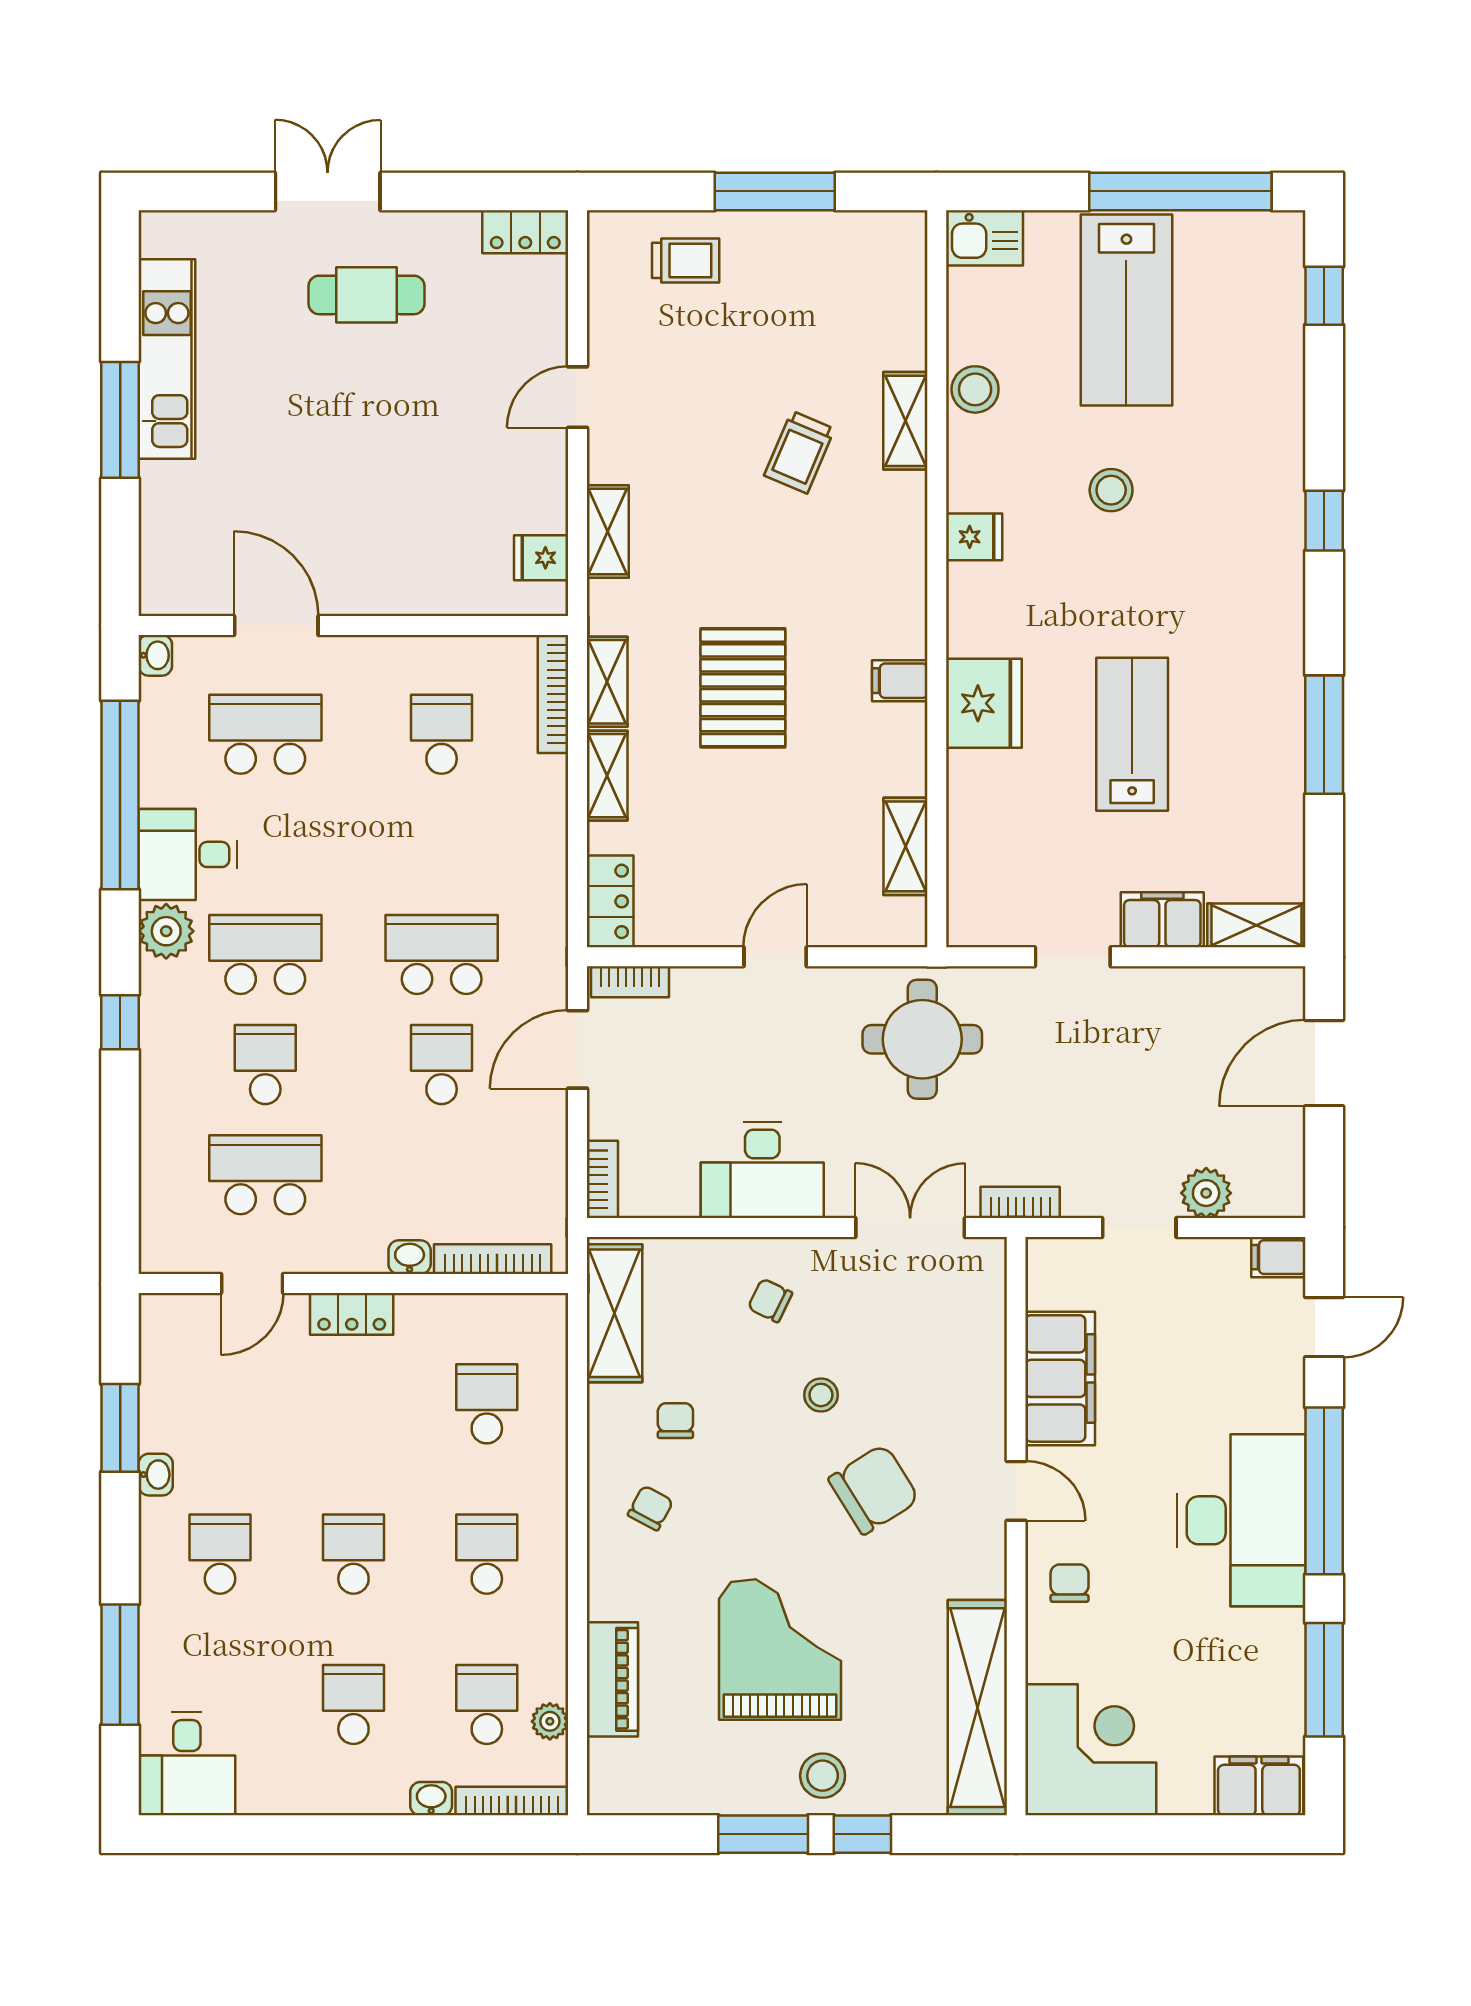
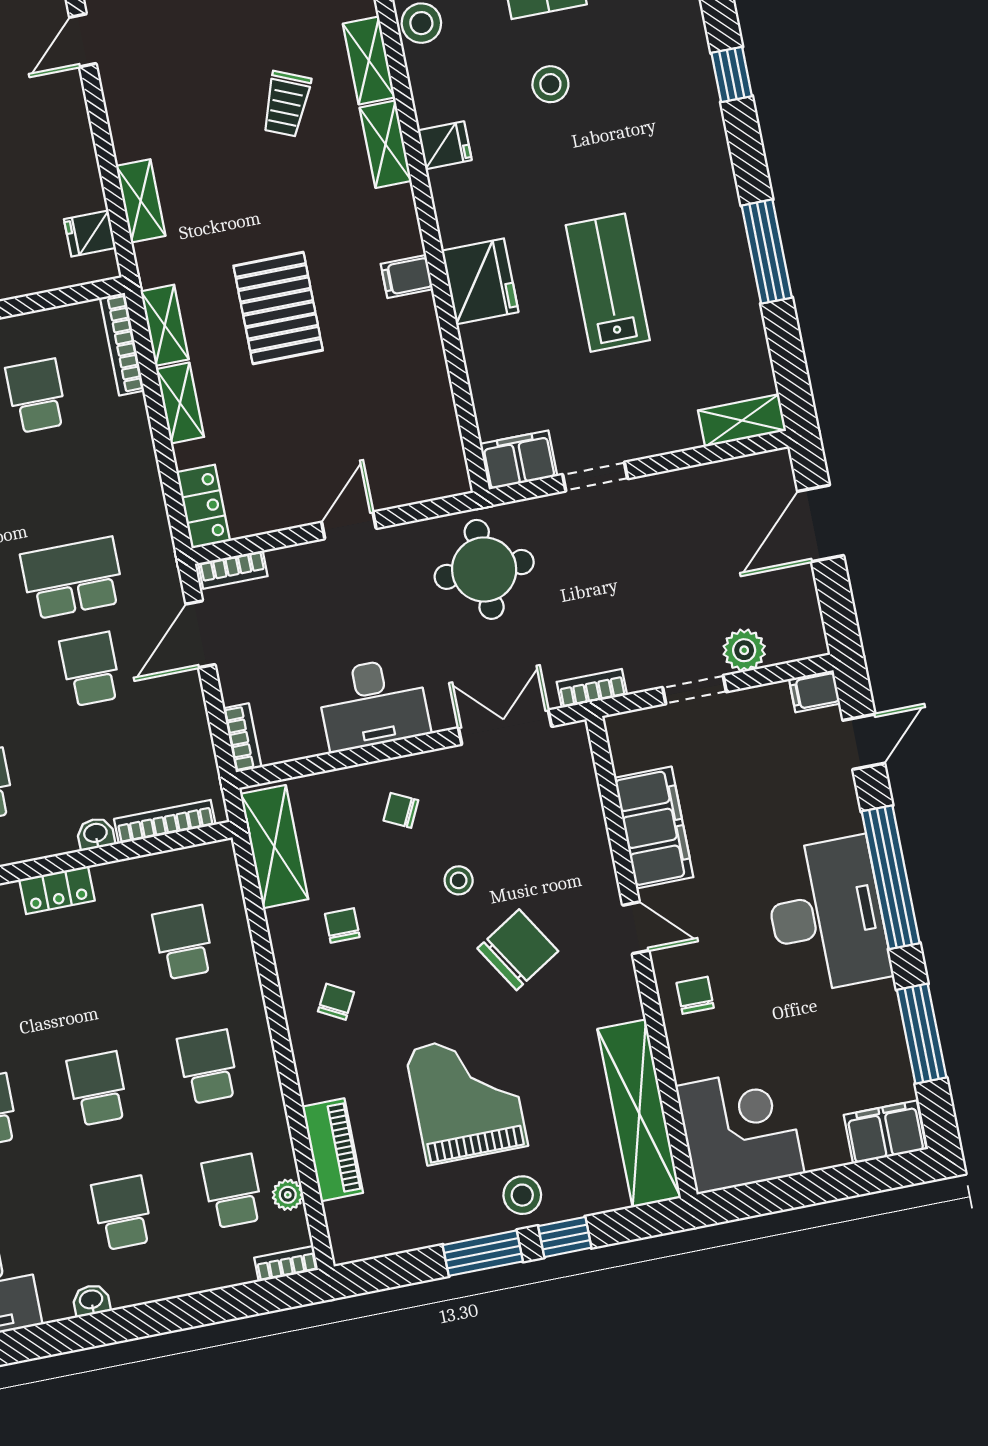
door: (577, 397) -> (83, 40), moved
shelving: (906, 846) -> (386, 144), moved
filing cabinet: (1162, 920) -> (519, 460), moved
washbasin: (431, 1799) -> (91, 1300), moved
bookcase: (512, 1801) -> (286, 1264), width x0.64

